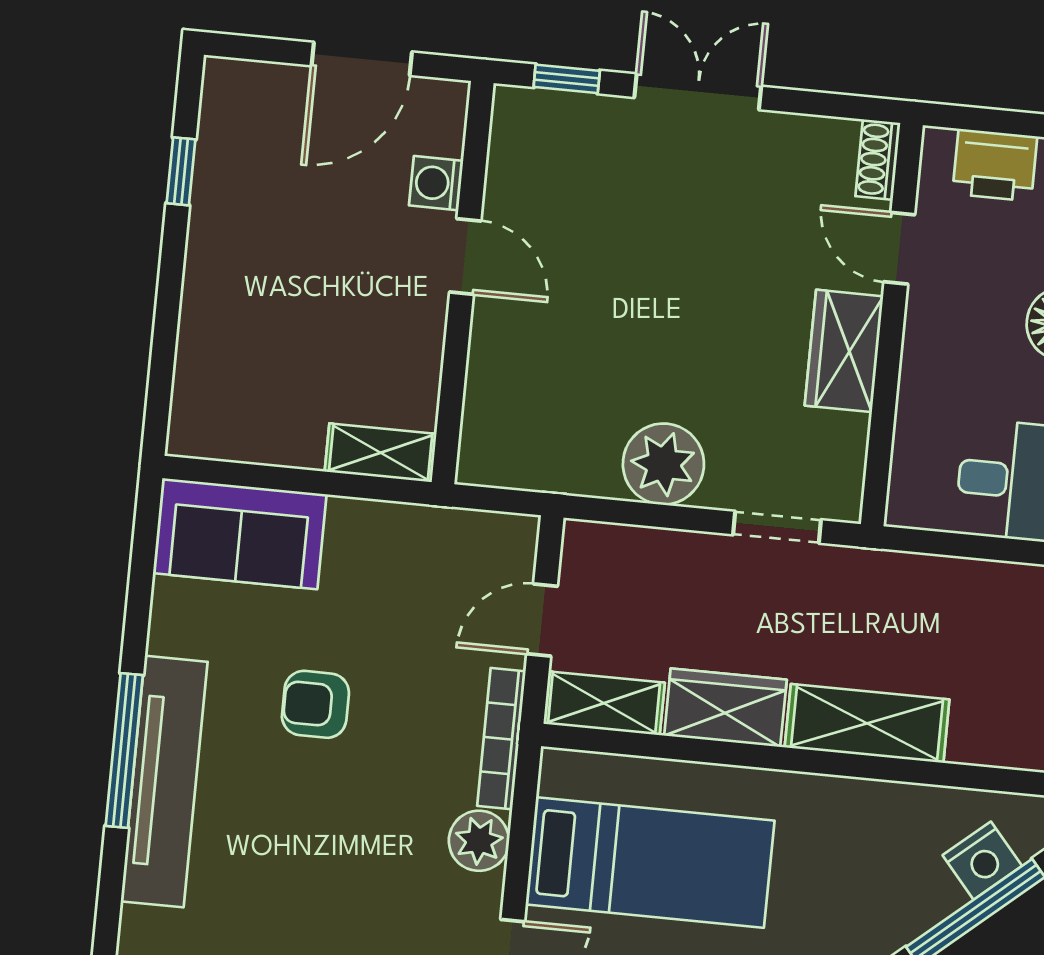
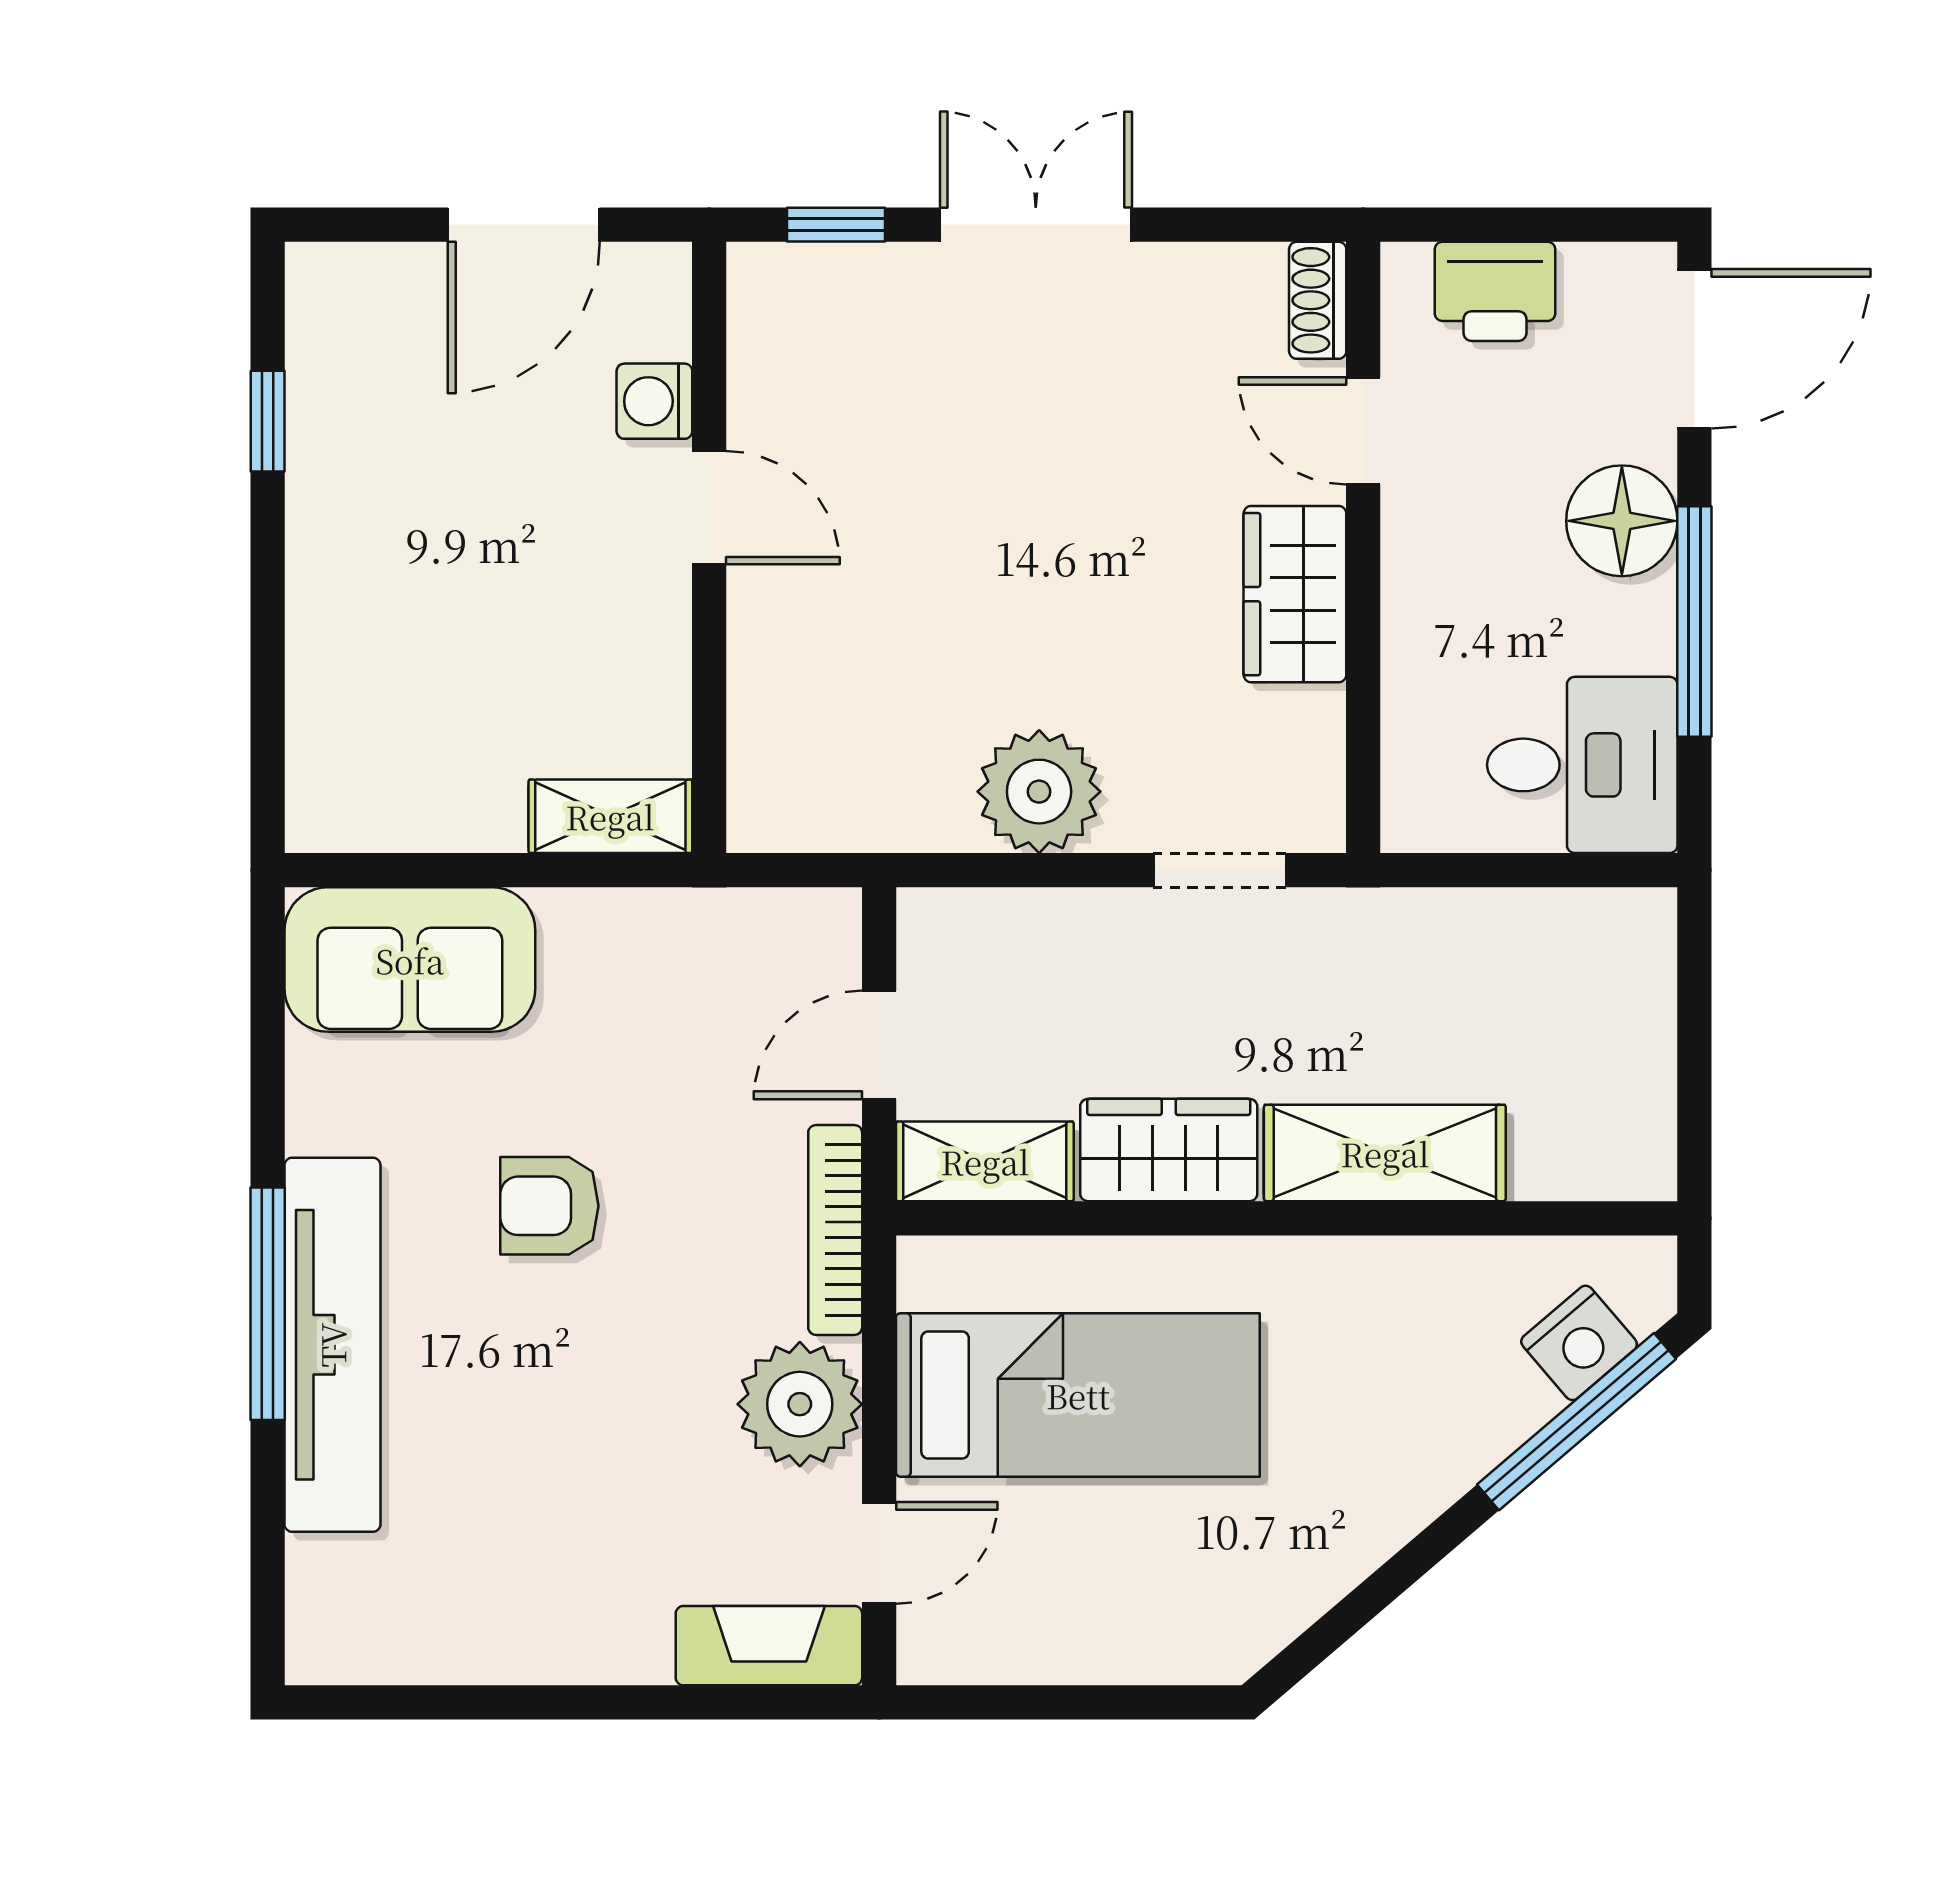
plant: (479, 841) -> (800, 1404), width x1.36, depth x1.36

